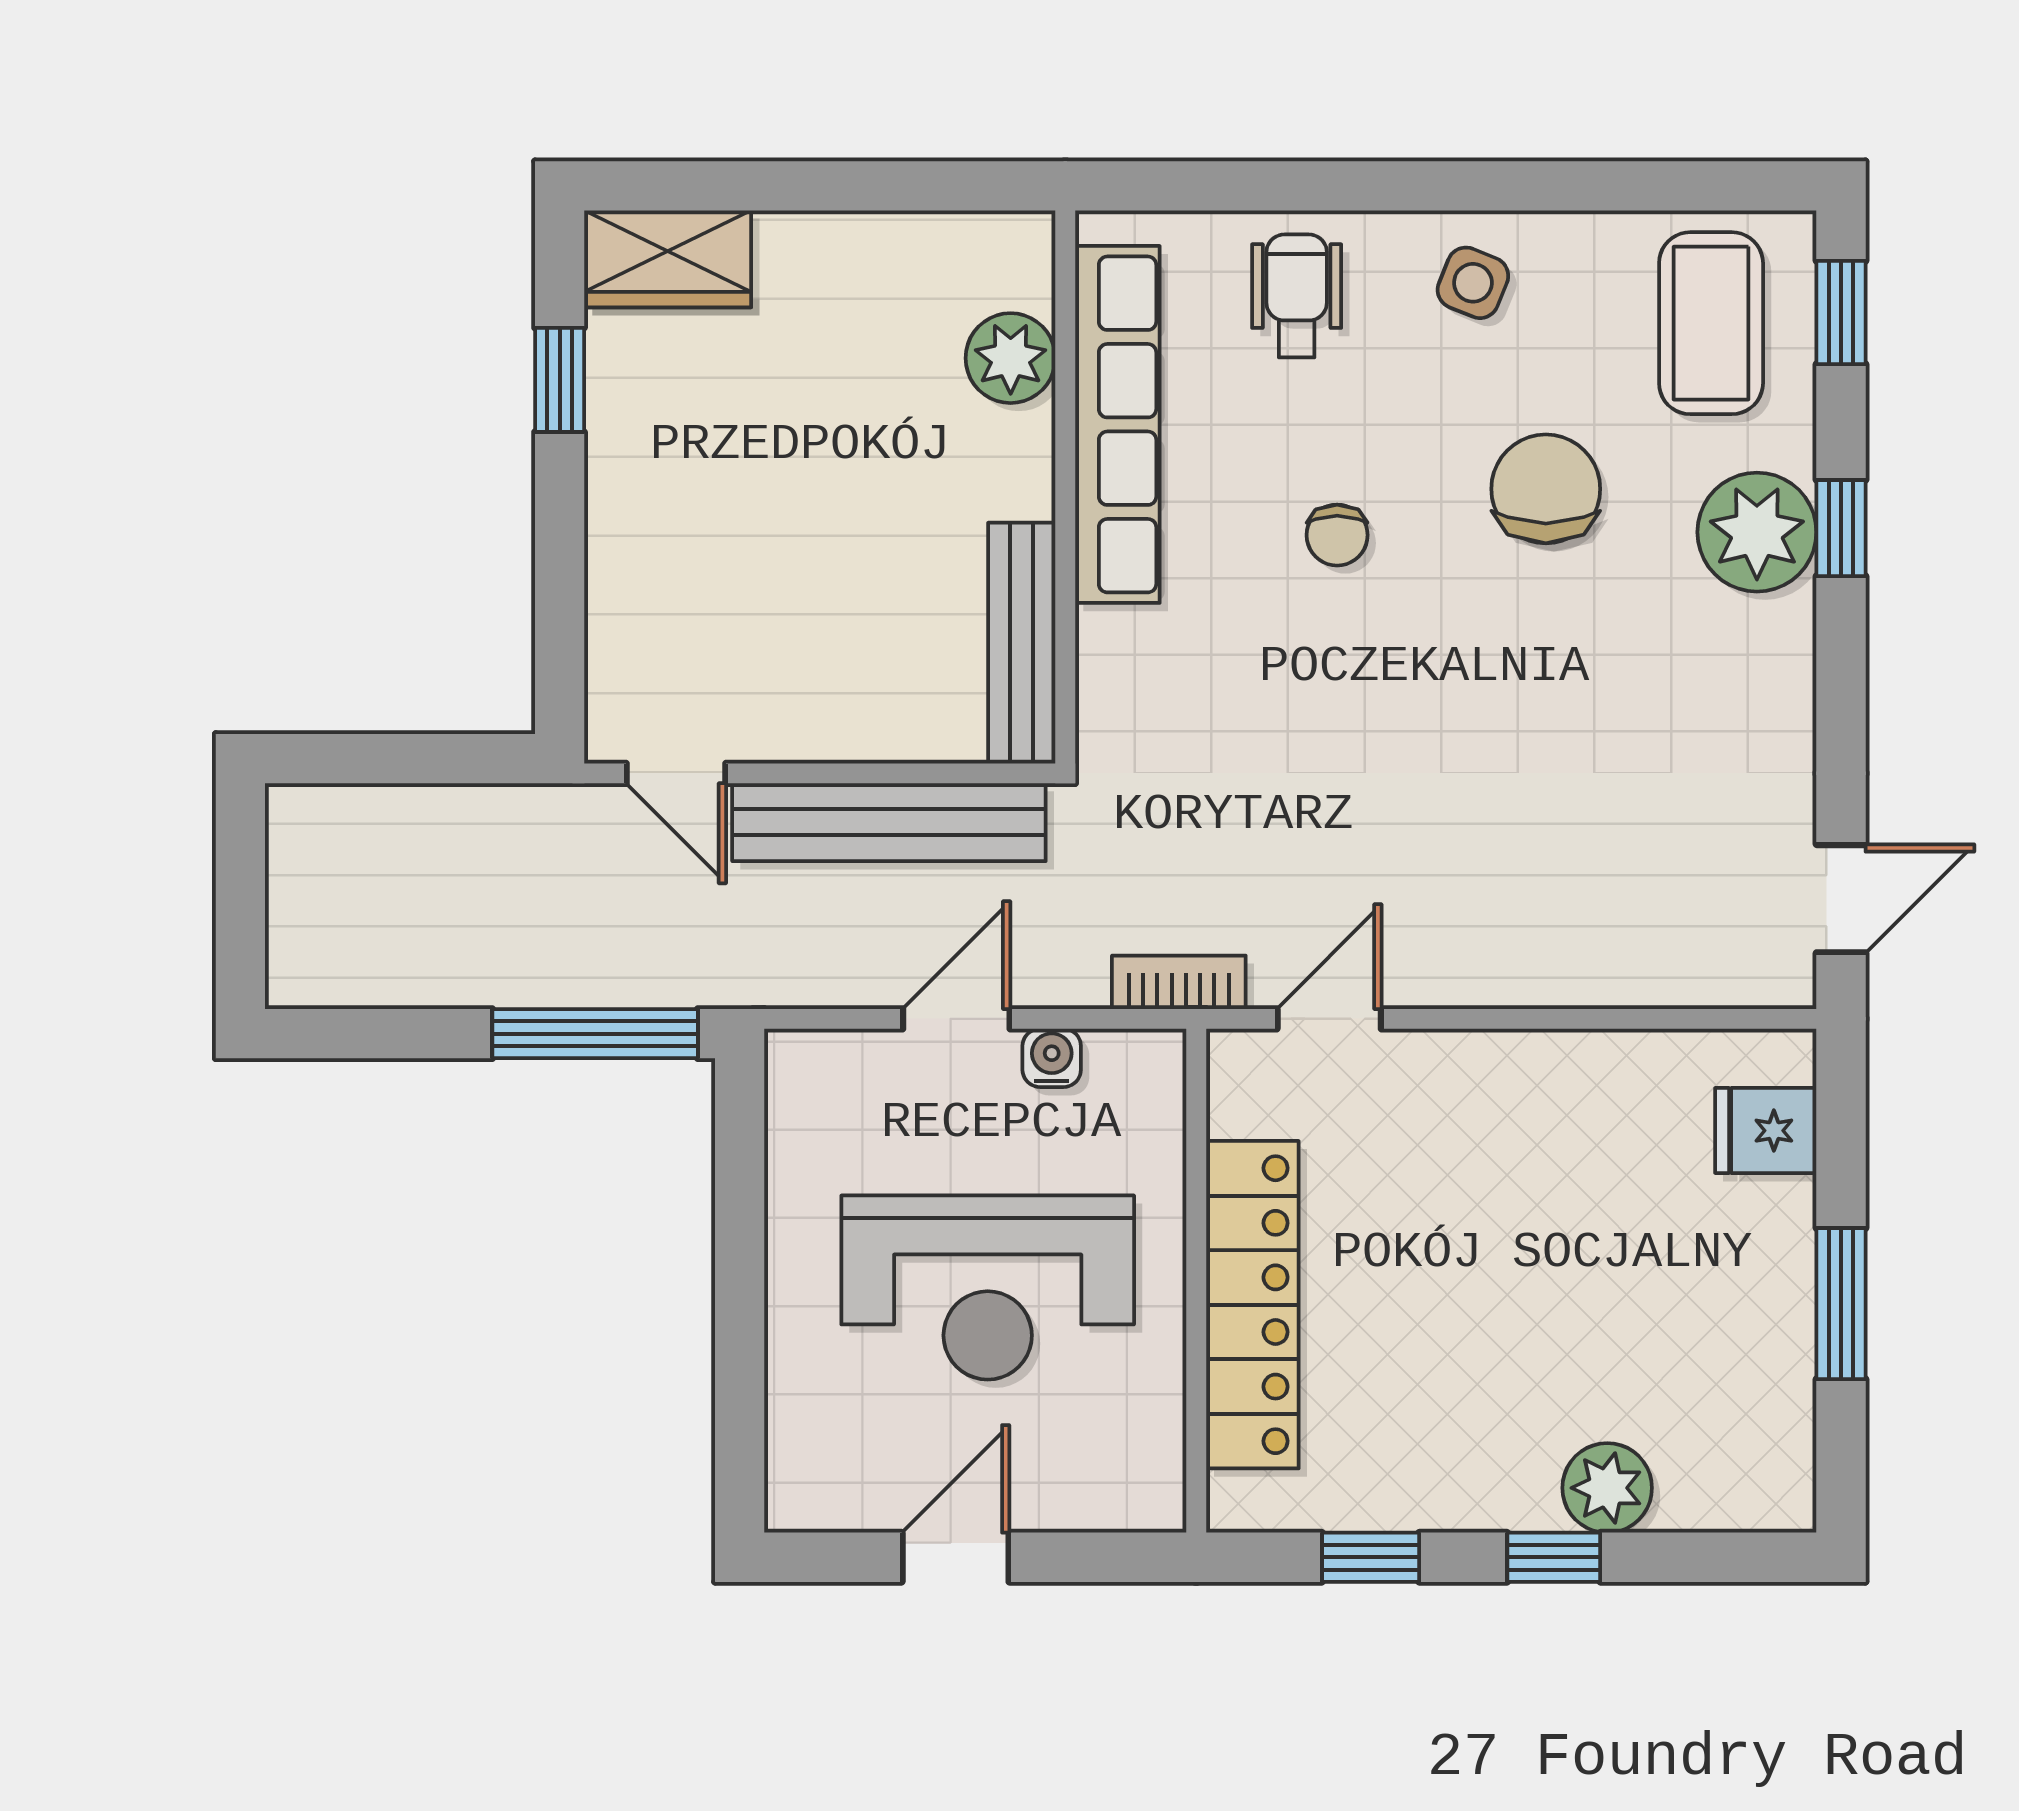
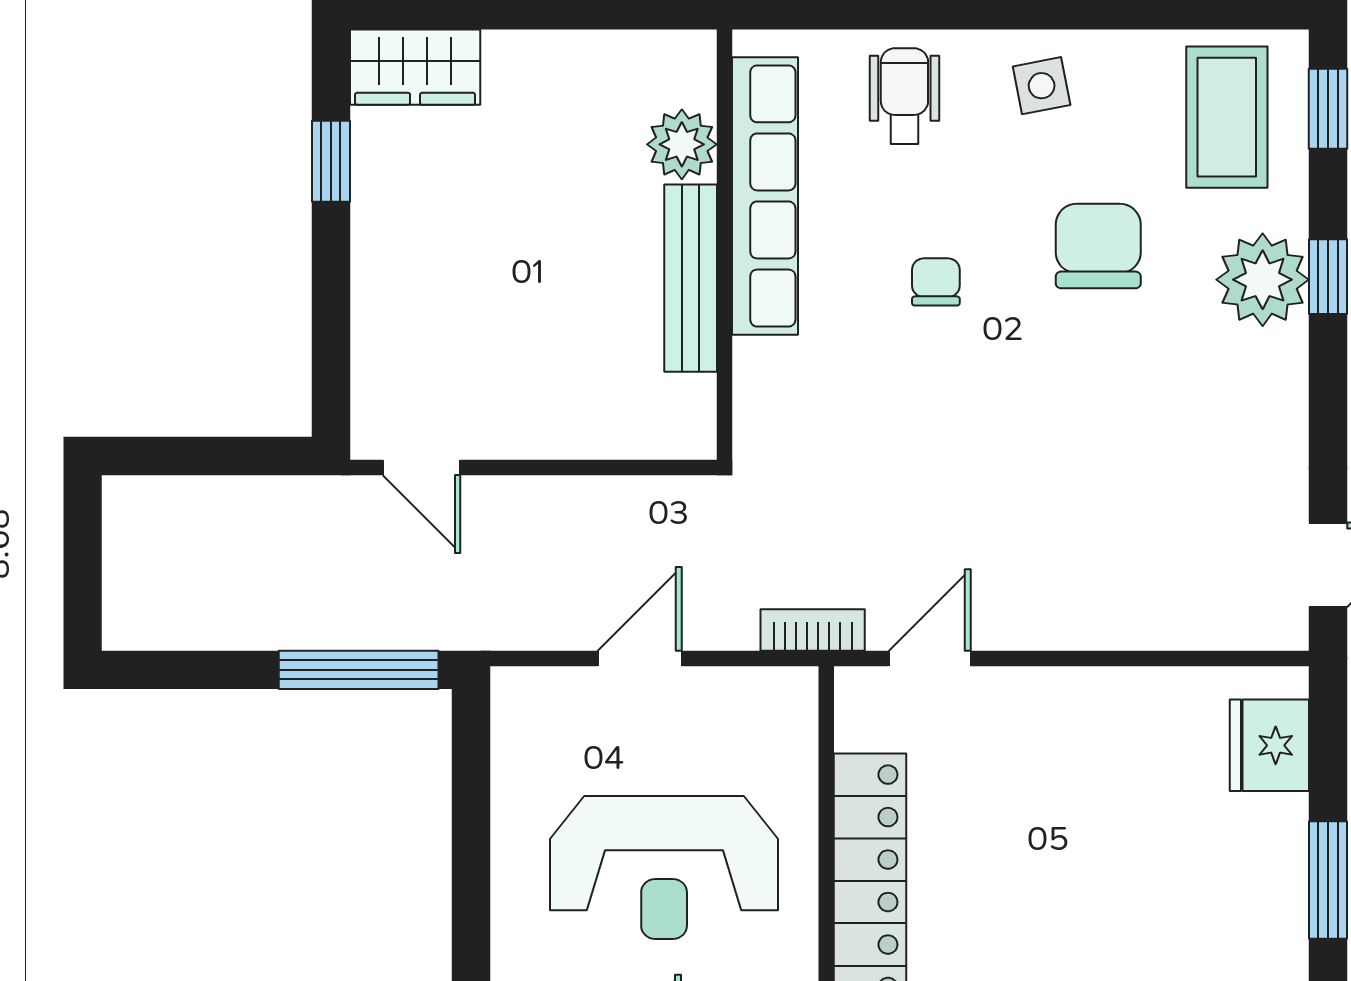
side table: (1473, 283) -> (1042, 86), turned -33
chair: (1337, 535) -> (936, 282), turned 180
bench: (1022, 643) -> (691, 278), moved
bench: (889, 822) -> (587, 505), removed
water cooler: (1052, 1058) -> (714, 689), removed
fridge: (1766, 1131) -> (1269, 745), width x1.38

